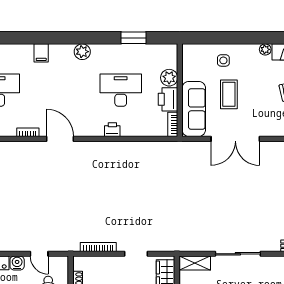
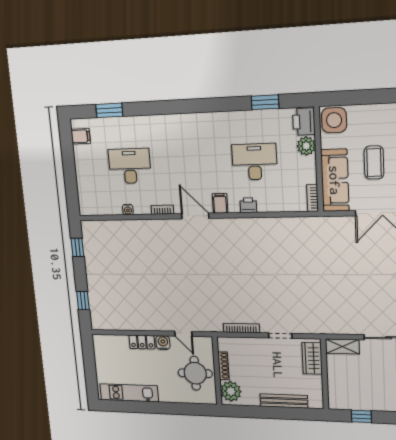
plant: (82, 52) -> (211, 121), removed
filing cabinet: (41, 53) -> (220, 203), moved, turned 180
side table: (223, 60) -> (334, 120), moved, width x1.87, depth x1.87
printer: (168, 99) -> (304, 122), moved

